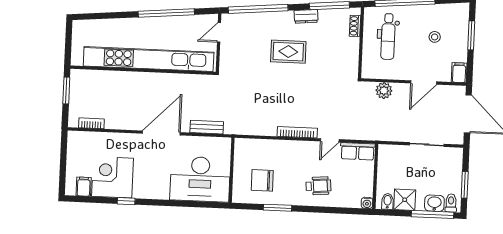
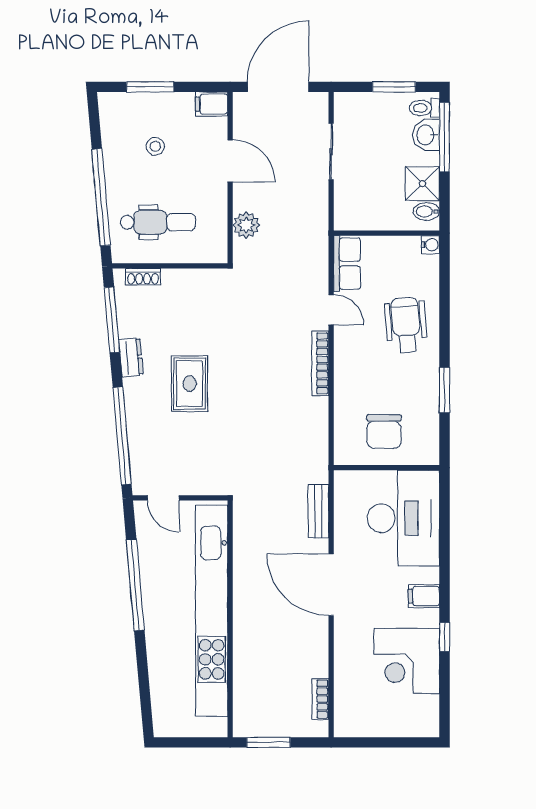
chair: (262, 180) -> (384, 432), moved
wheelchair: (319, 186) -> (406, 325), width x1.36, depth x1.37
filing cabinet: (84, 187) -> (424, 596), moved

